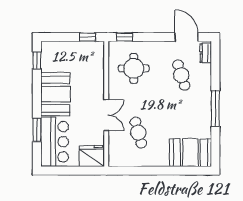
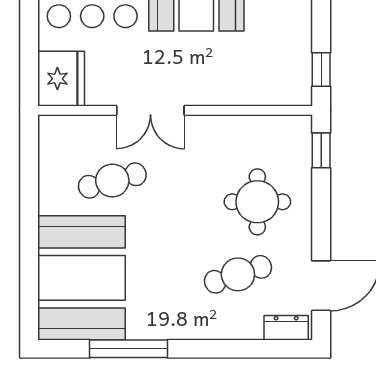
round table: (134, 68) -> (257, 202), moved
window: (215, 109) -> (129, 349), moved
booth: (190, 153) -> (81, 278), width x1.36, depth x1.42

